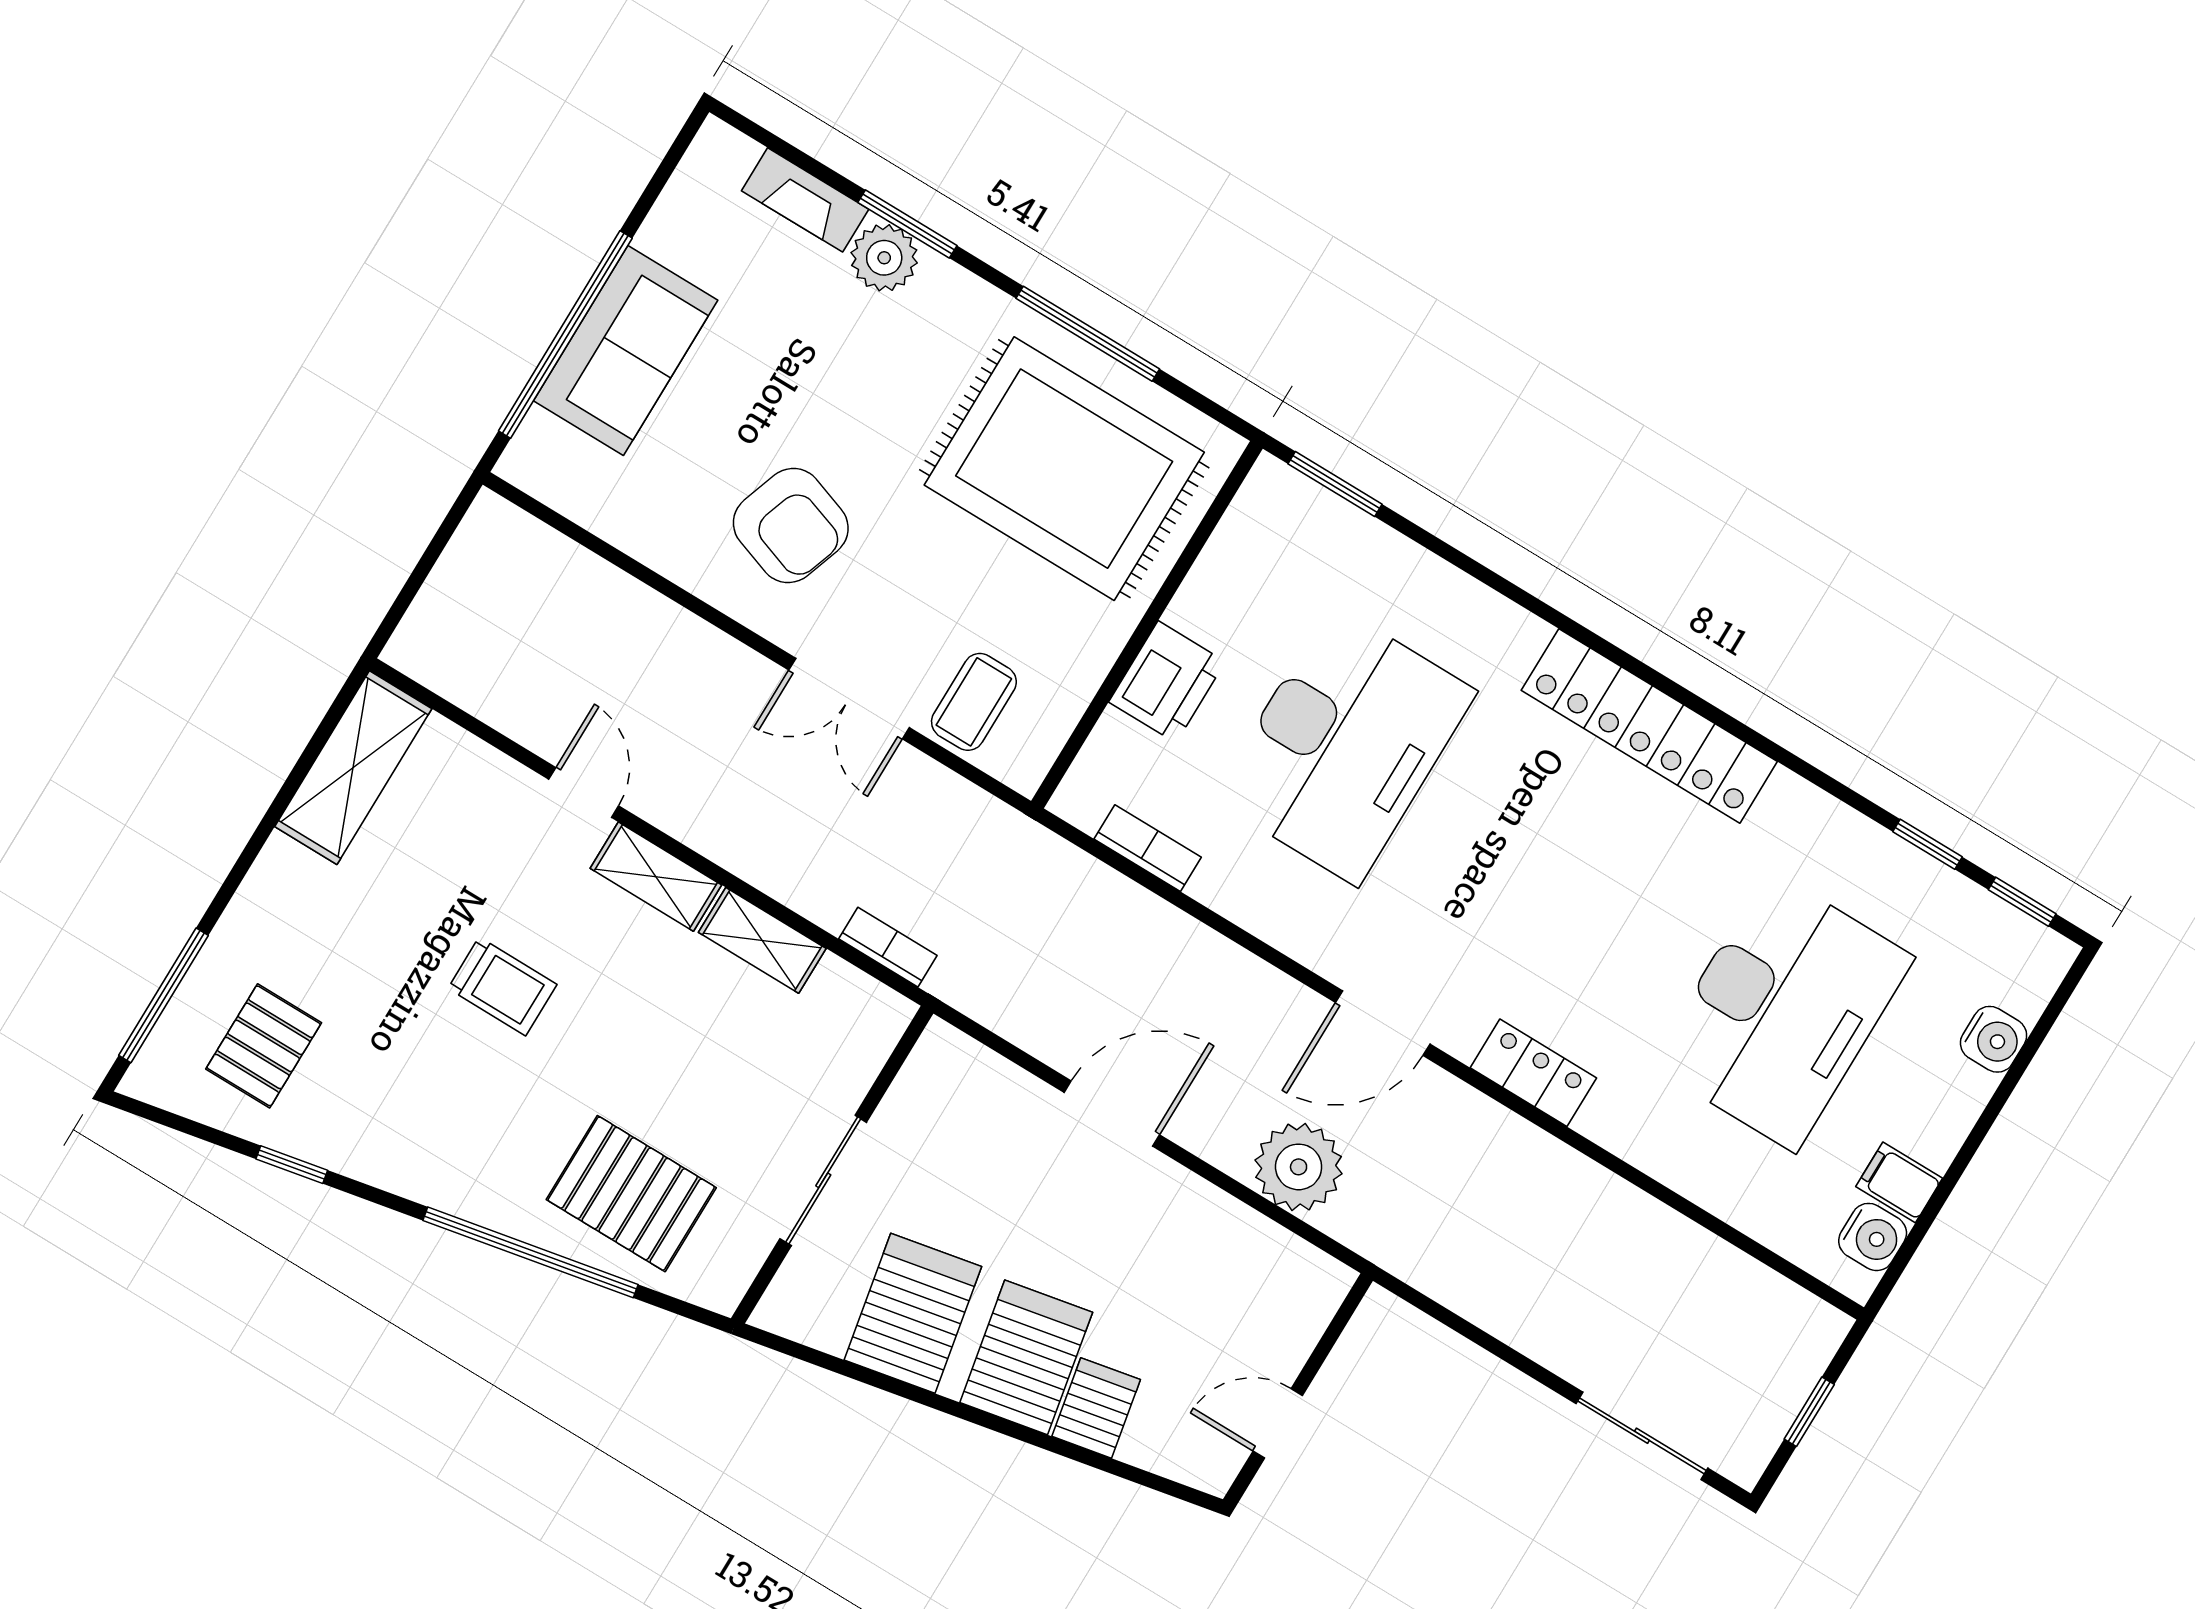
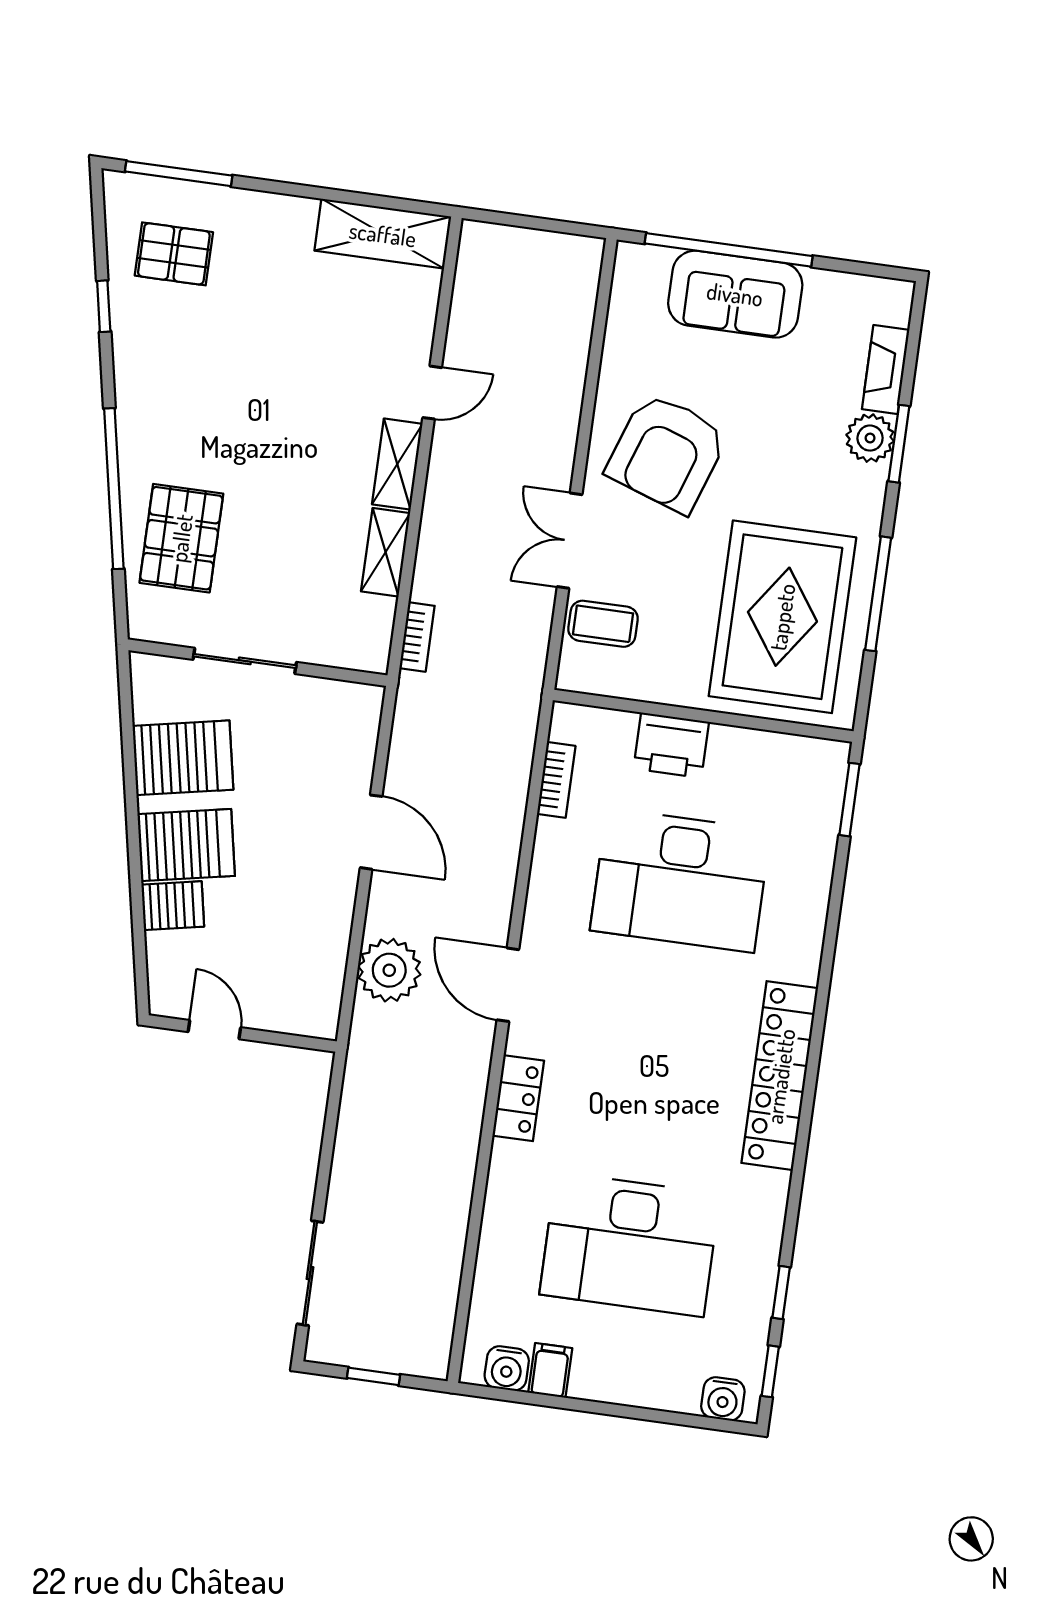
armchair: (791, 526) -> (667, 453), width x1.36, depth x1.36
trolley: (502, 986) -> (281, 394), removed
water cooler: (1994, 1039) -> (723, 1399), moved

